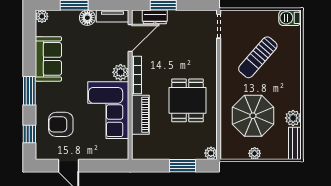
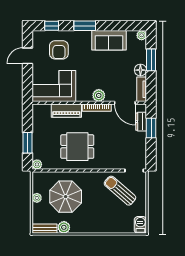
sun lounger: (258, 57) -> (120, 191), moved
corner sofa: (108, 110) -> (54, 86), moved
armchair: (61, 124) -> (59, 50), turned 180

